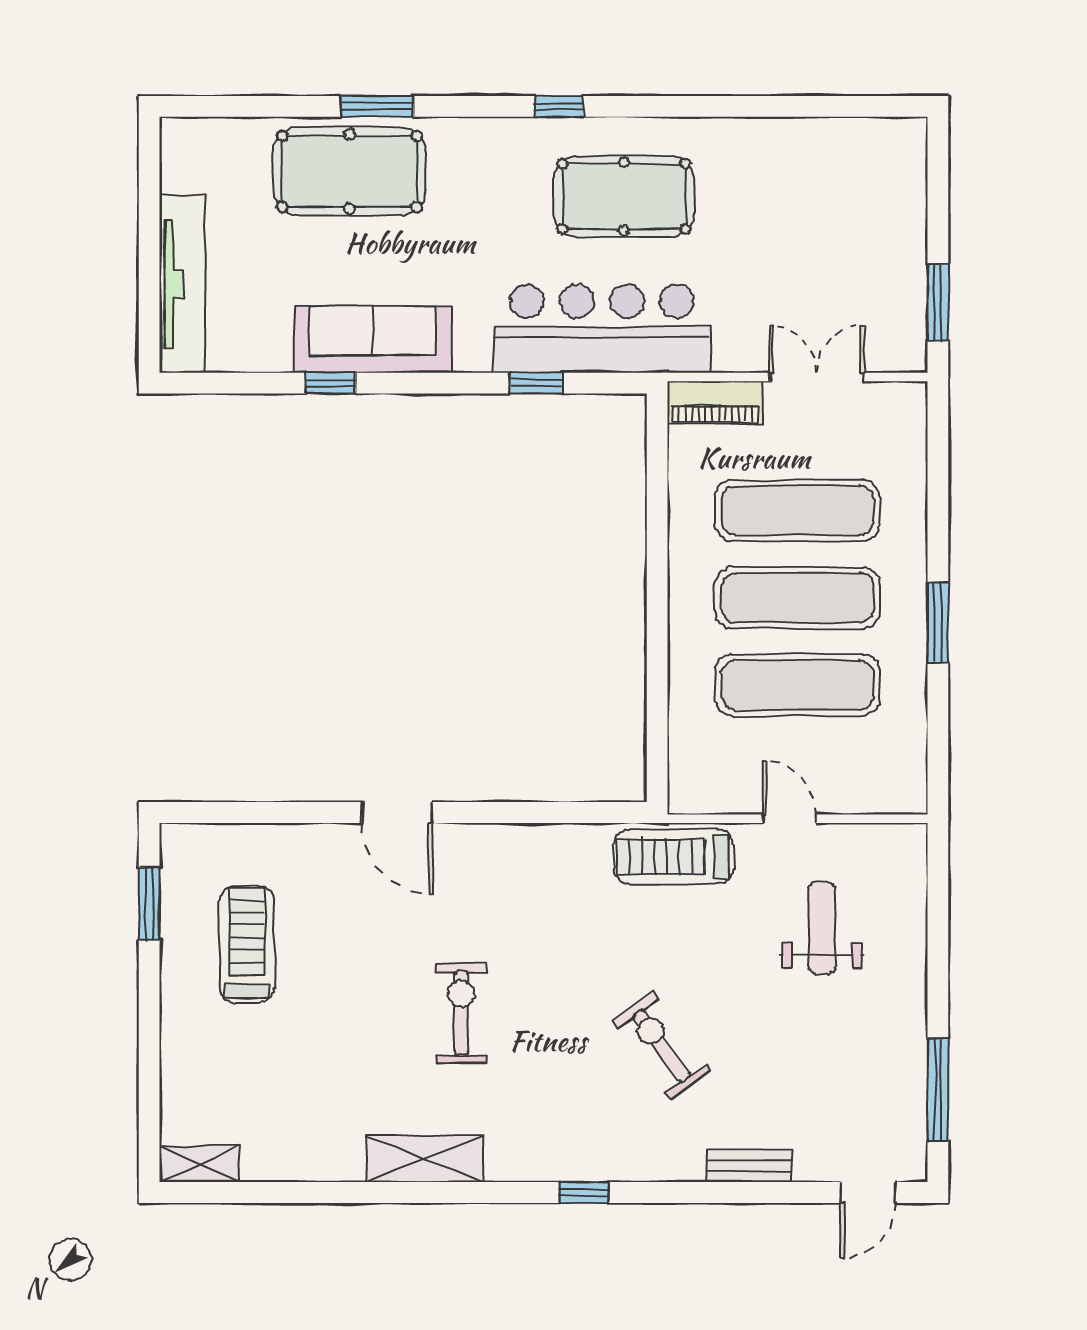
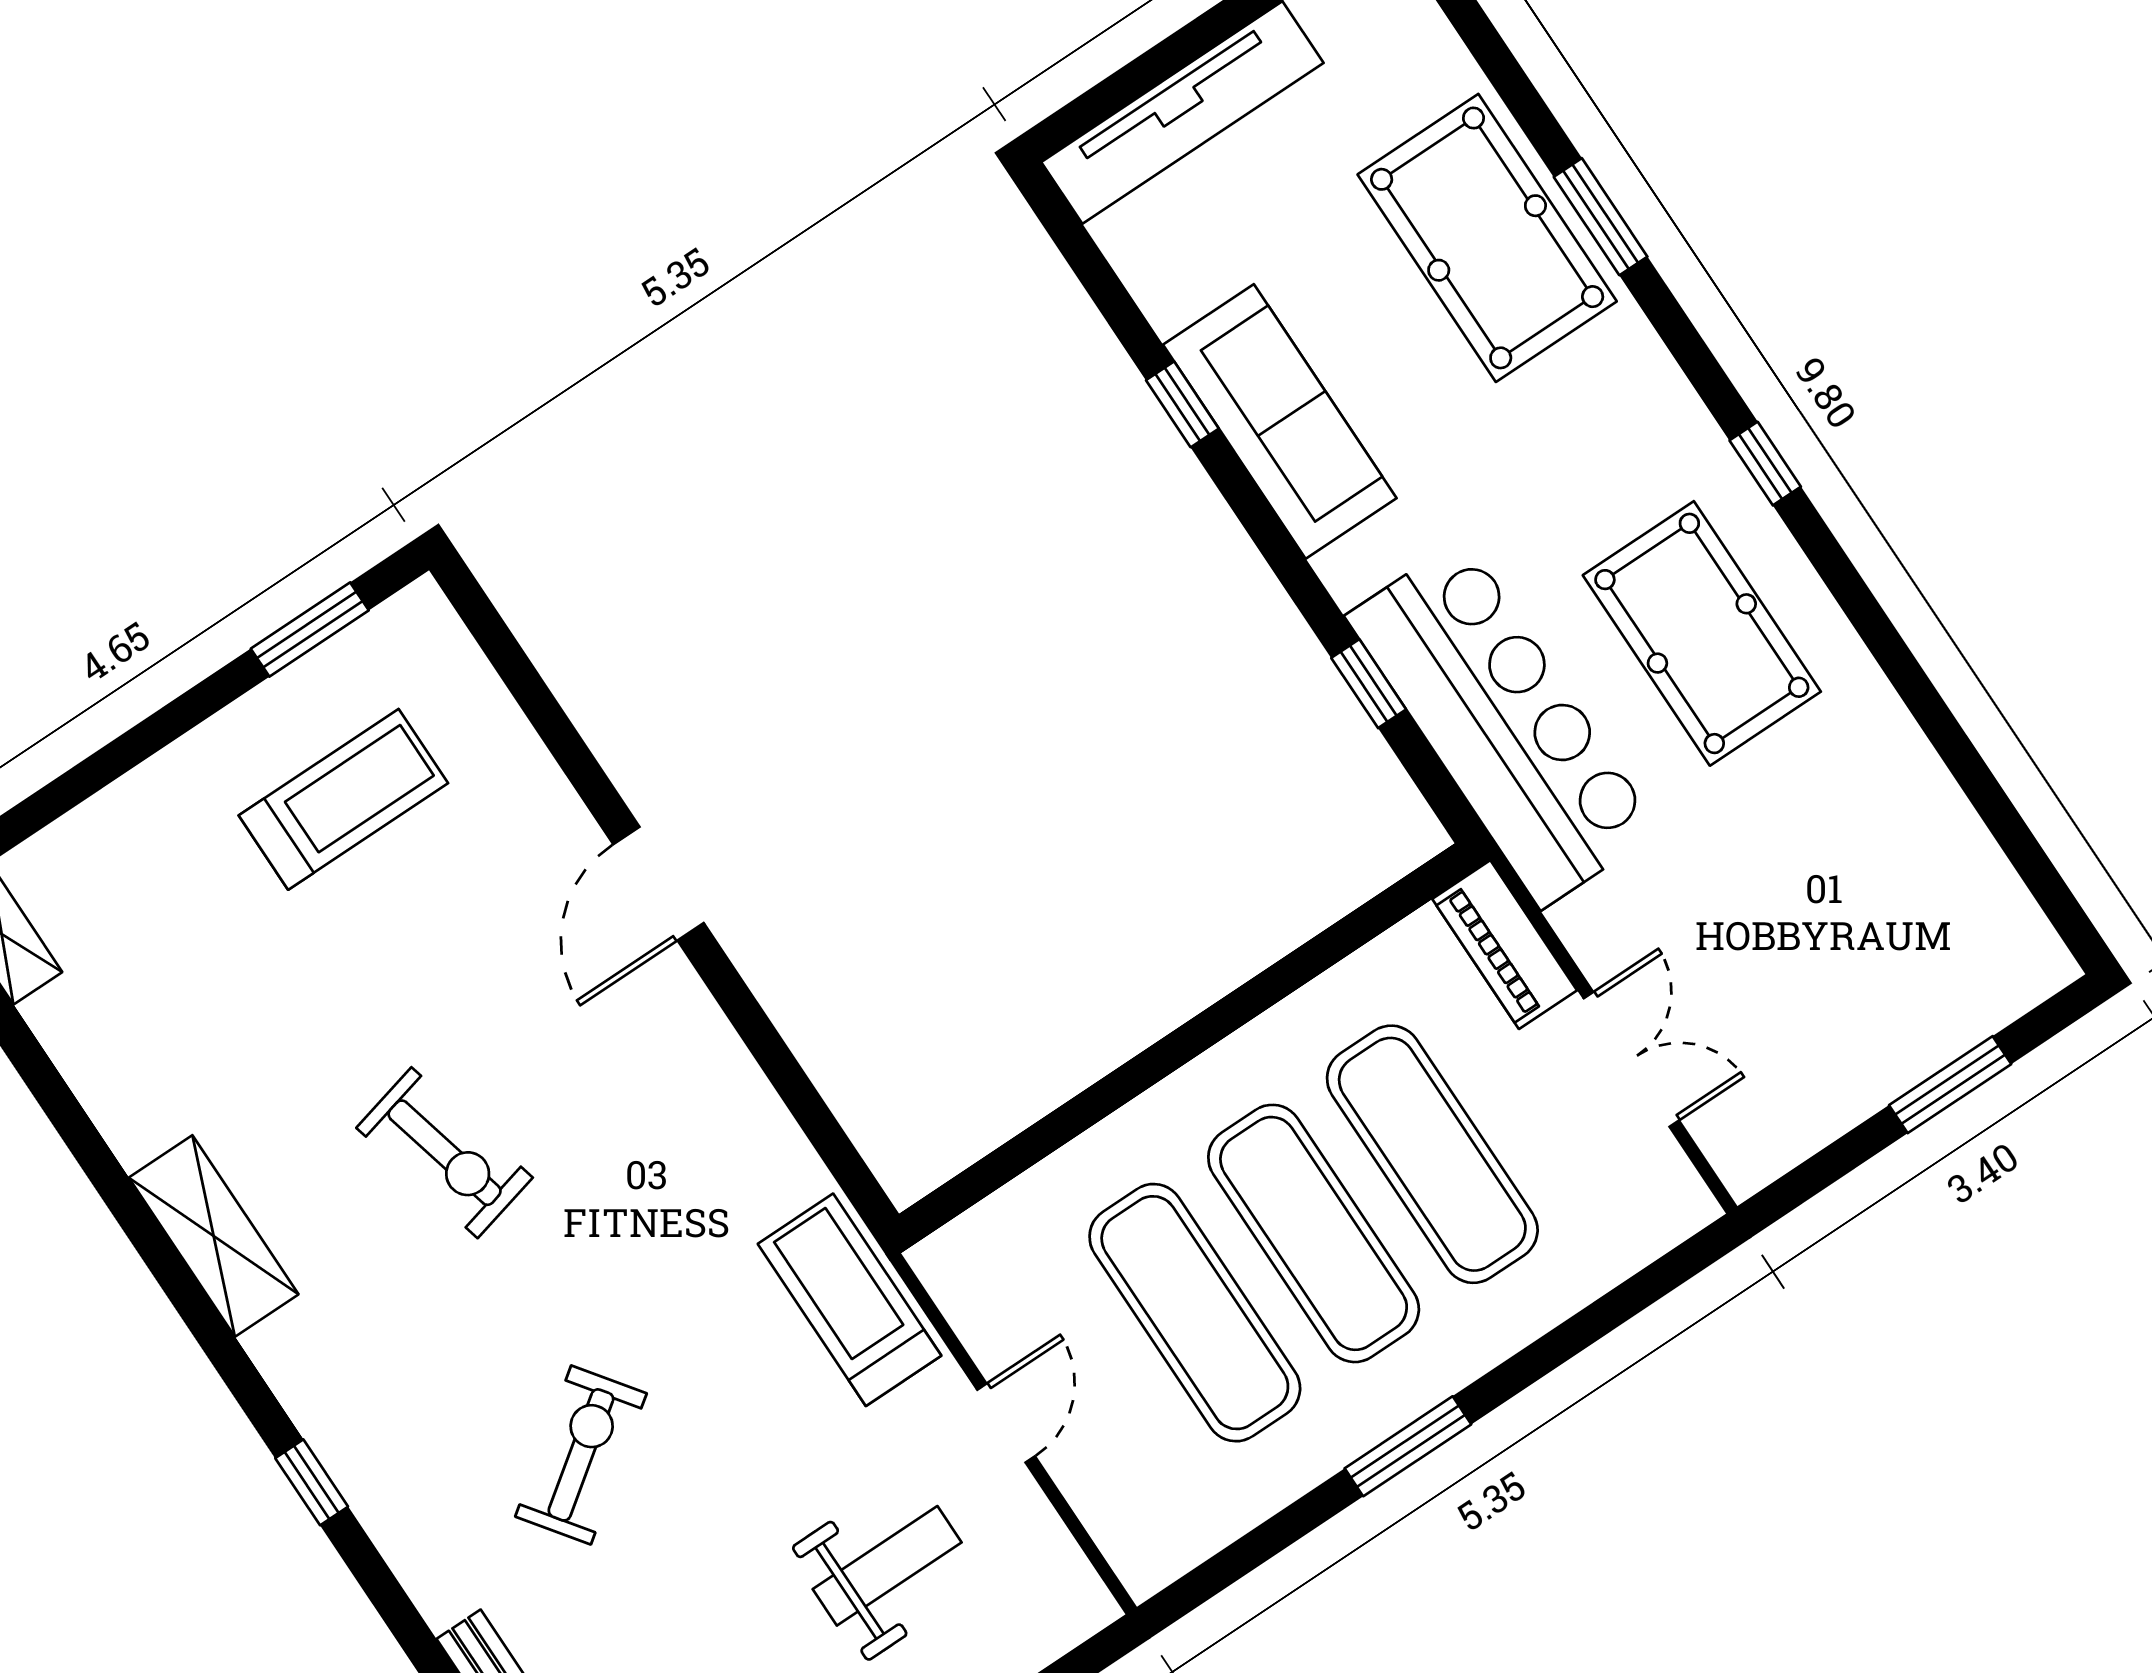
window: (938, 302) -> (1950, 1085), moved
exercise bike: (461, 1013) -> (445, 1153), turned 76

